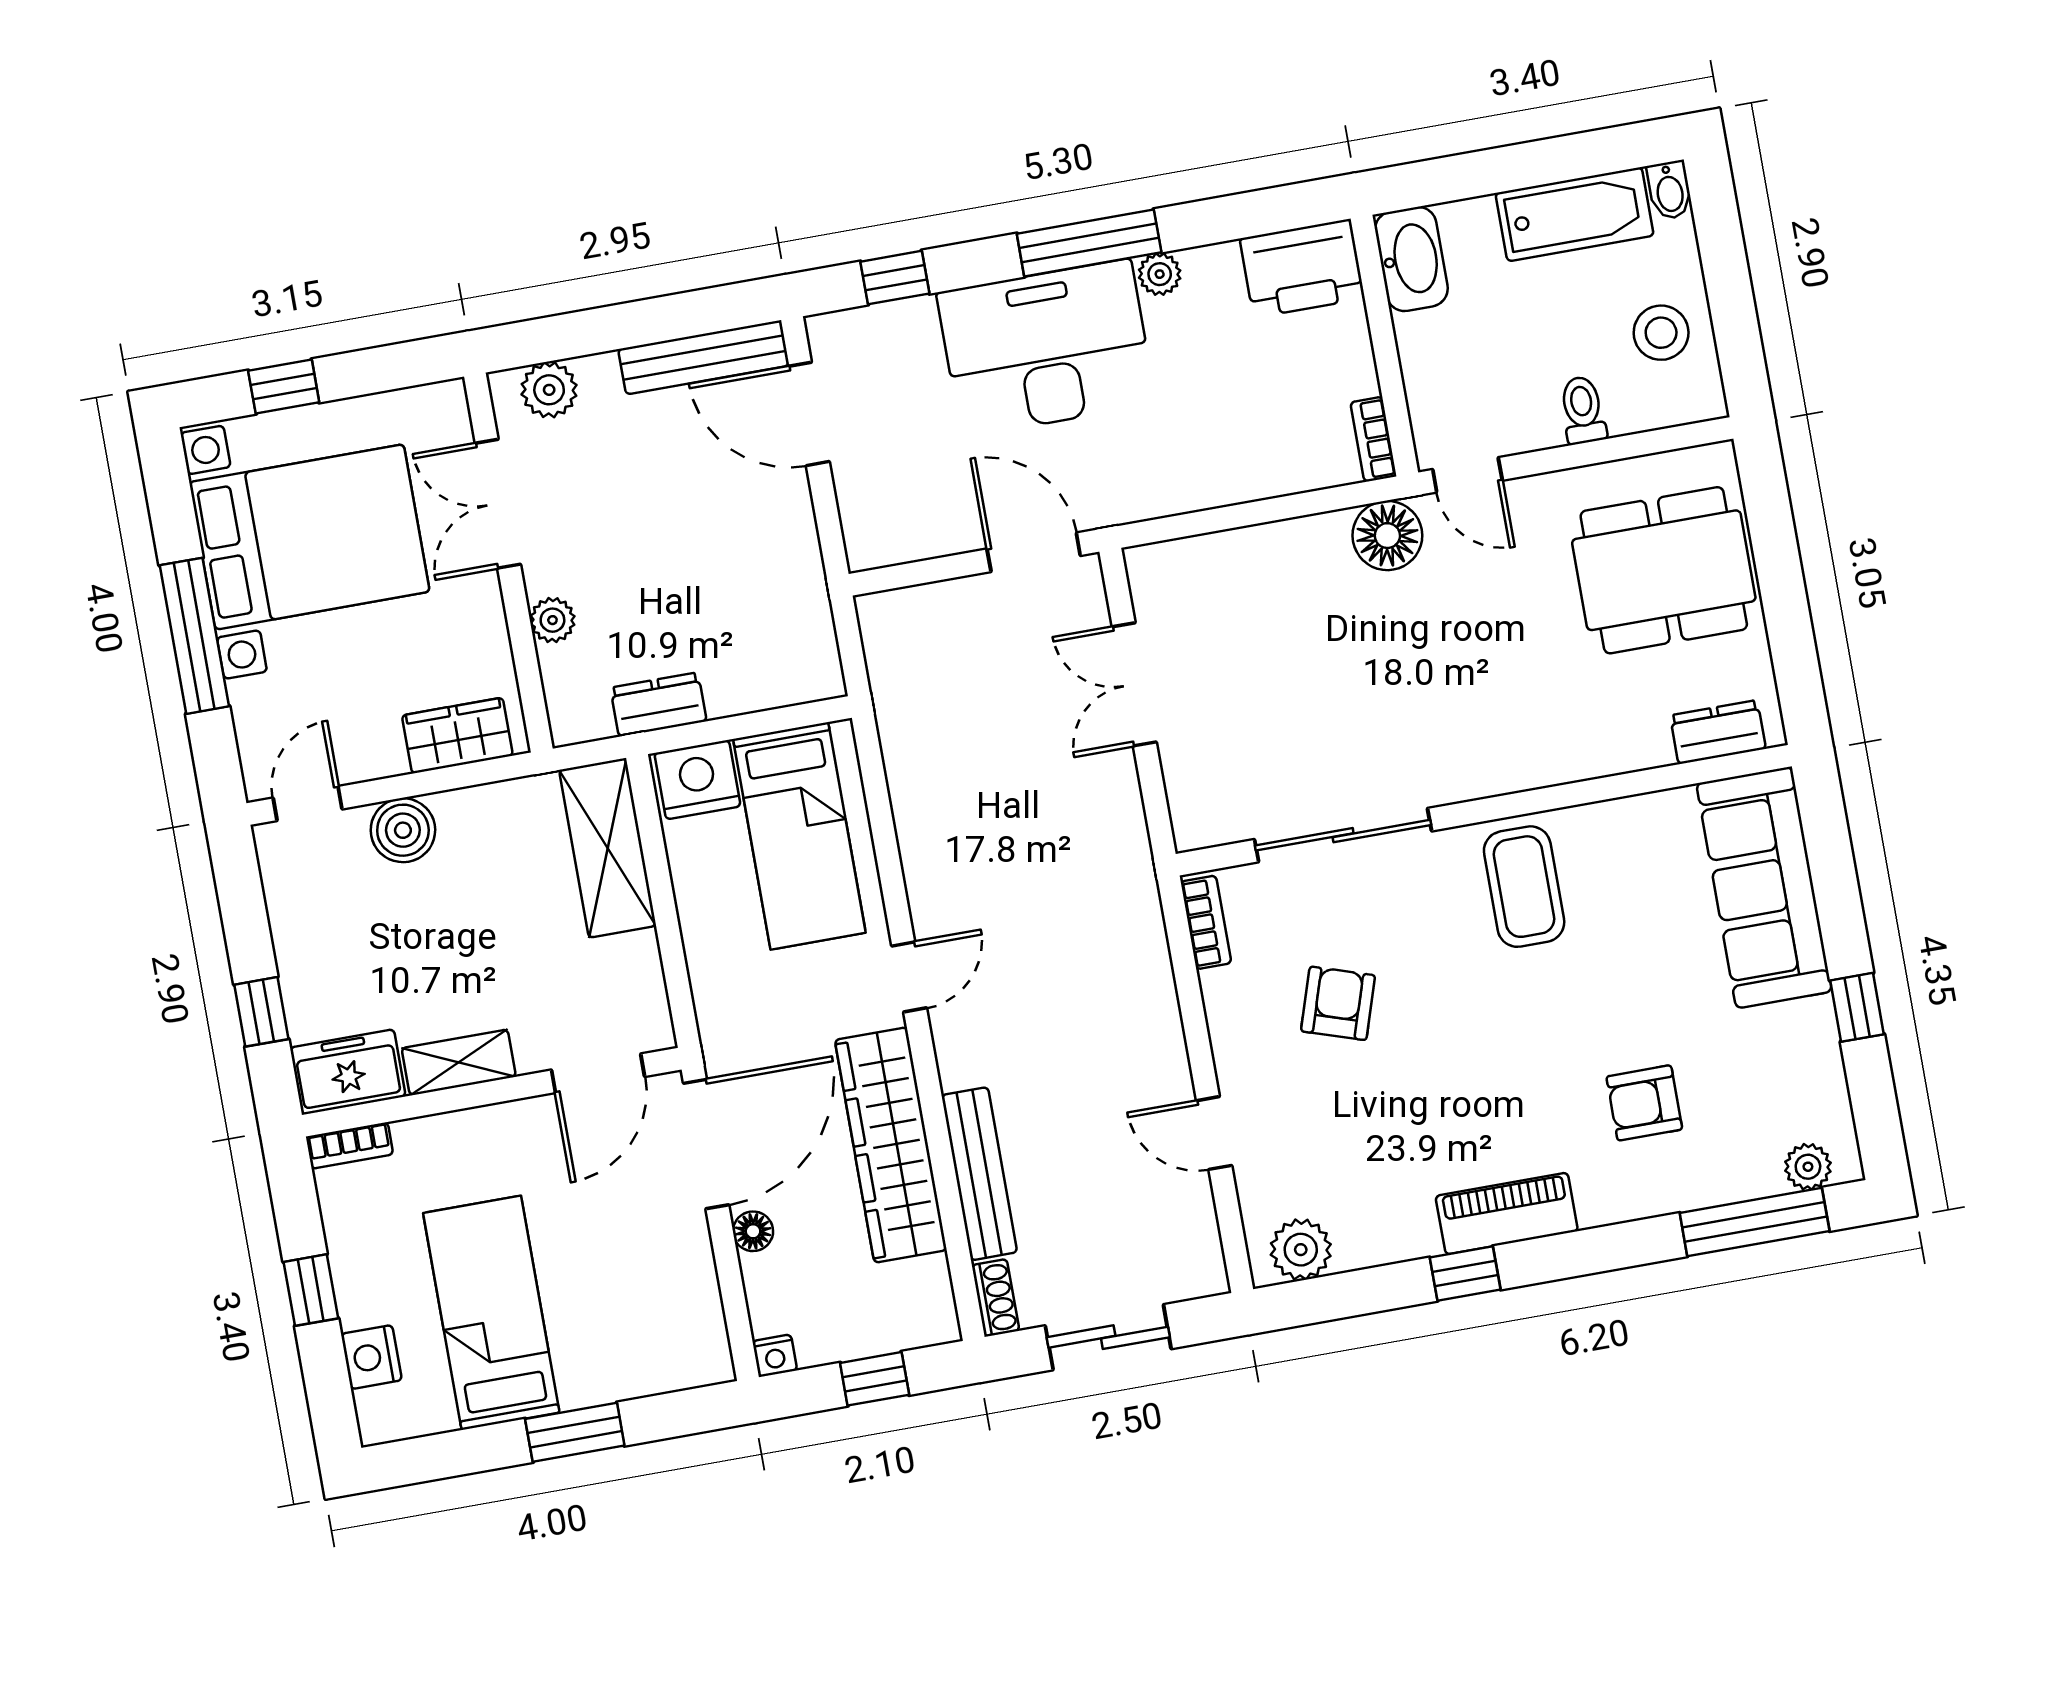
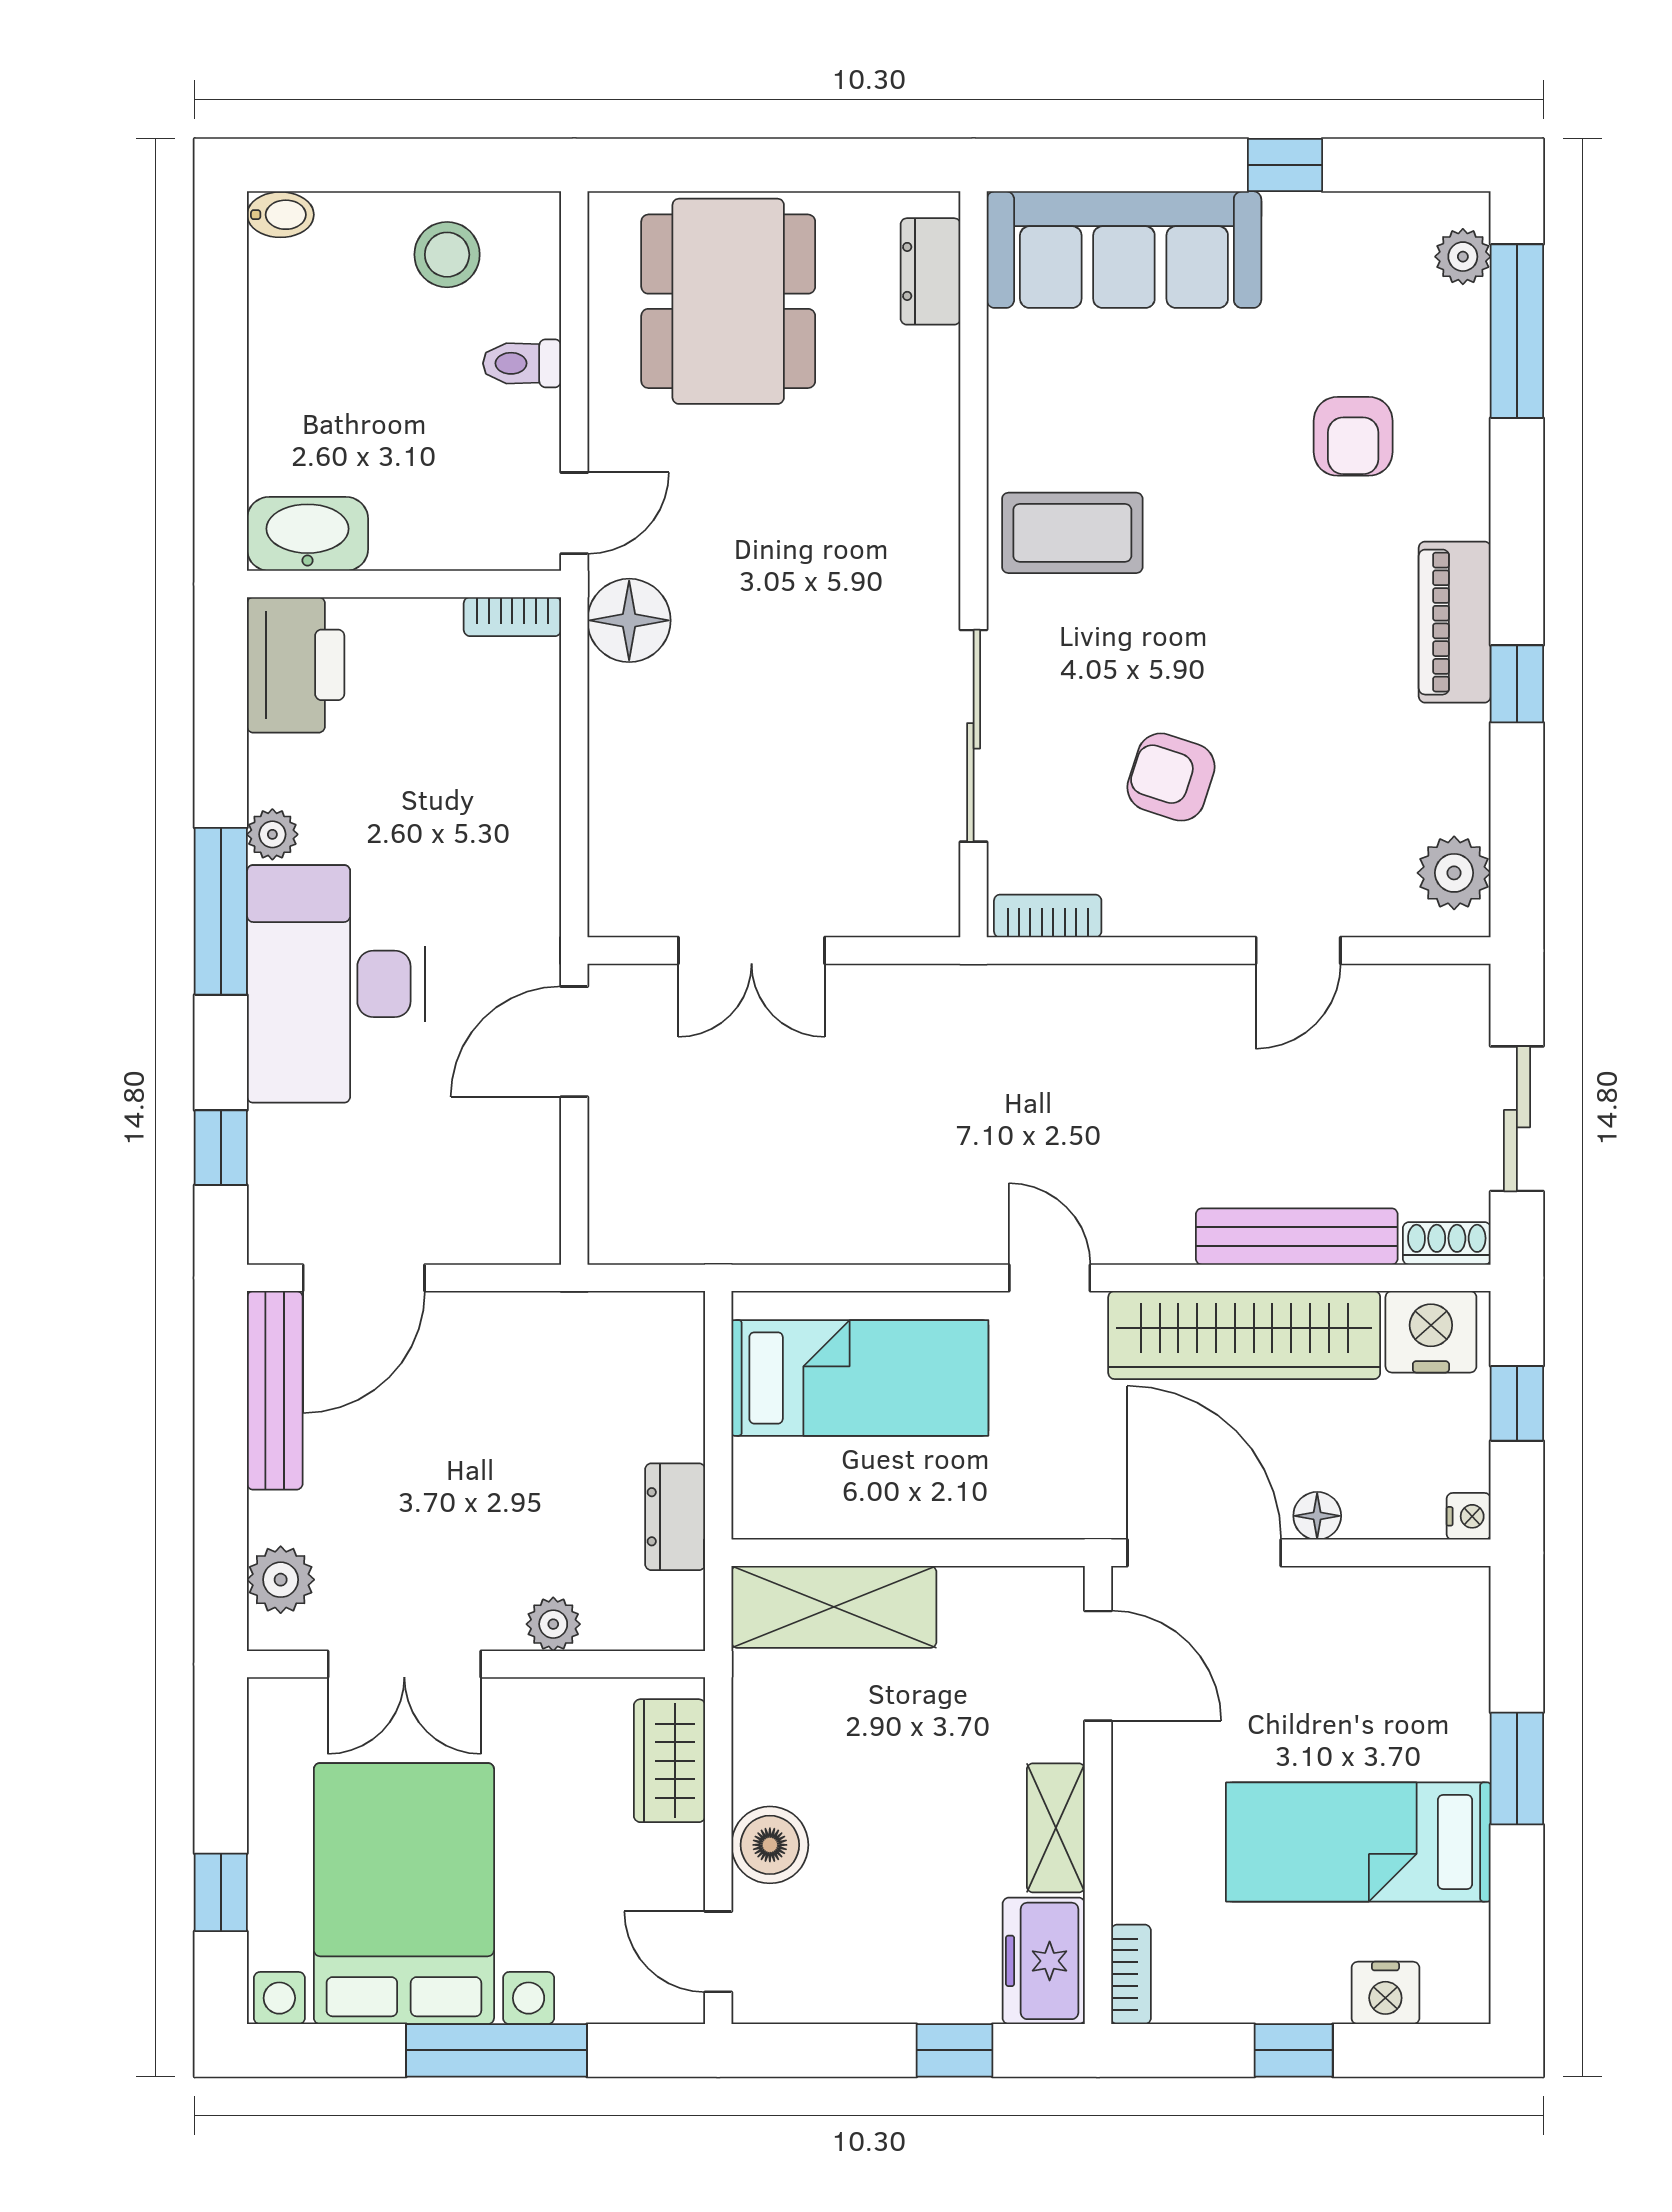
bathtub: (1575, 214) -> (289, 332), removed
nightstand: (697, 780) -> (1431, 1332), moved, turned 90

